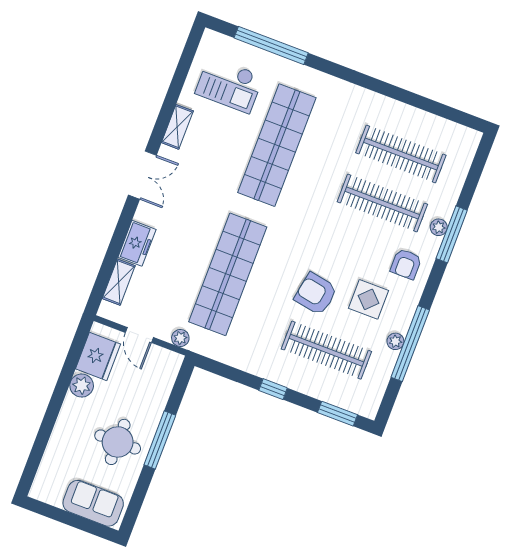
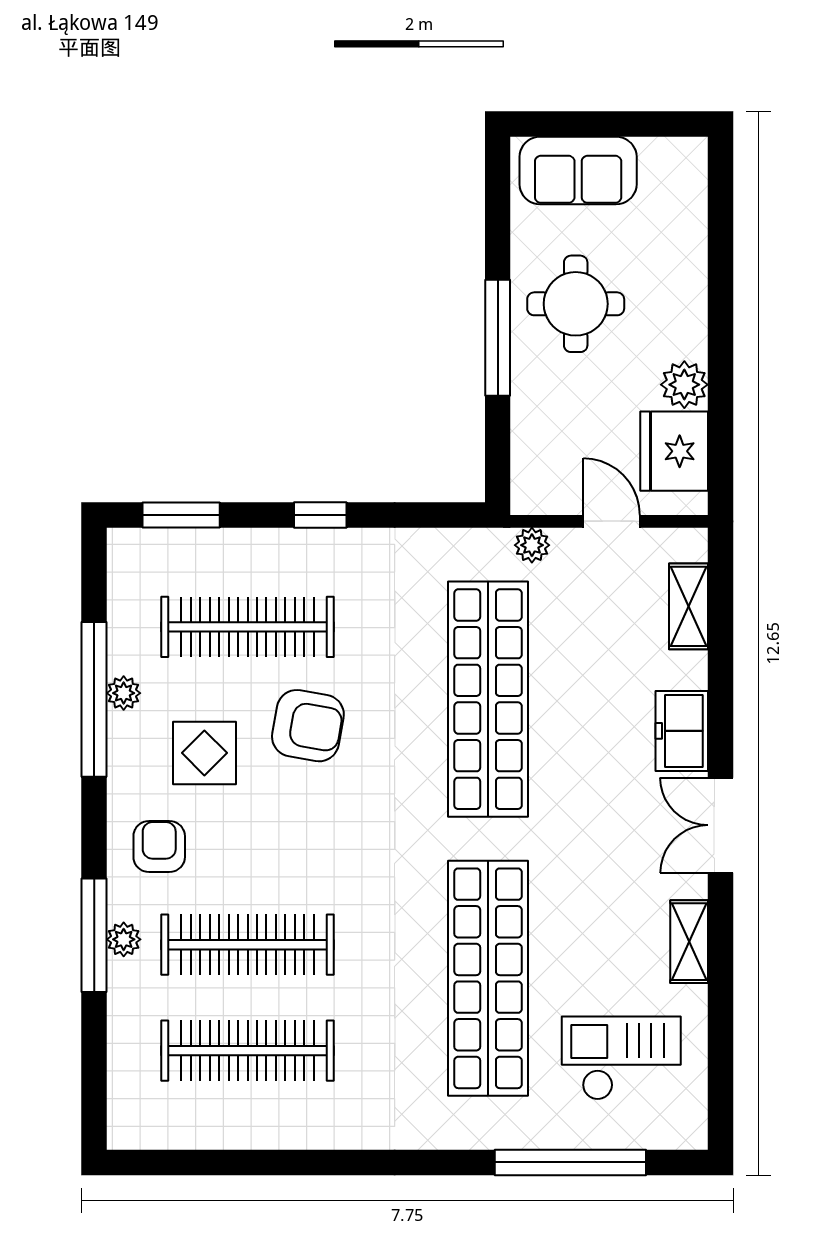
freezer: (137, 243) -> (682, 731), moved

